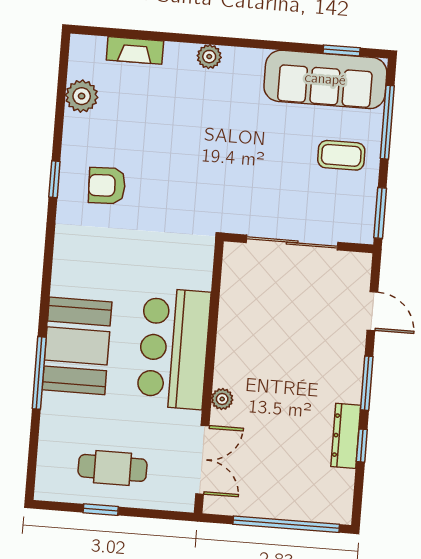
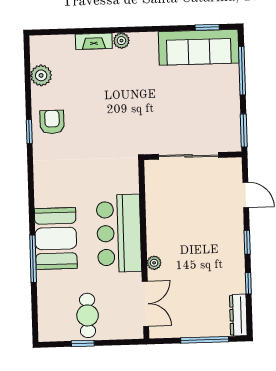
fireplace: (135, 50) -> (94, 41), moved
coffee table: (341, 155) -> (214, 96), removed
armchair: (107, 186) -> (52, 122), moved, turned 92
window: (367, 383) -> (247, 242), width x0.67
dresser: (346, 436) -> (238, 315), moved
cafe table: (112, 468) -> (88, 315), turned 90
window: (286, 524) -> (205, 340), width x0.68

